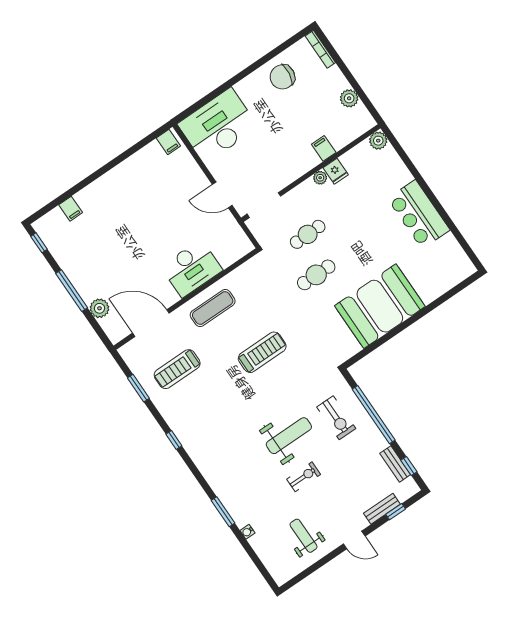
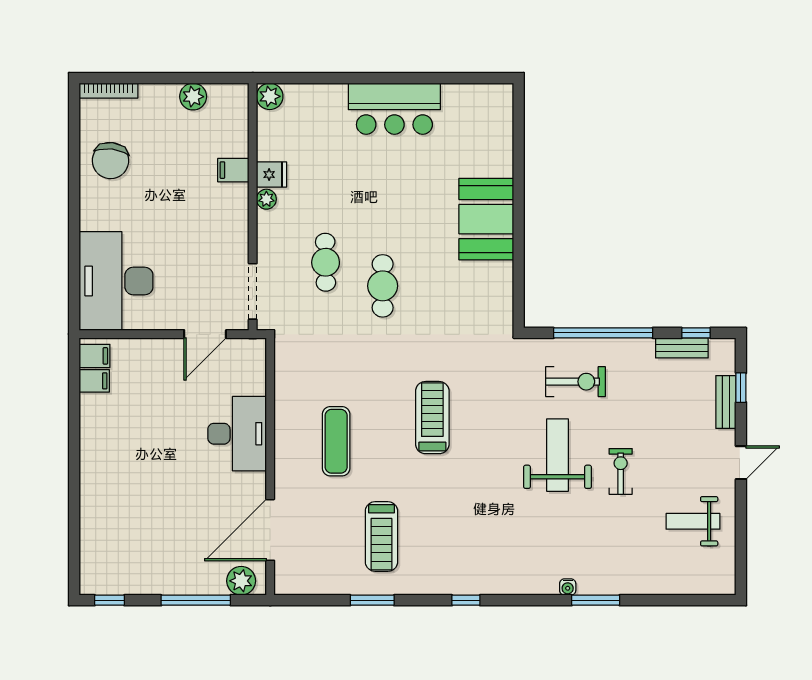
filing cabinet: (71, 209) -> (94, 381), moved
desk: (192, 268) -> (237, 434), moved
wall: (186, 299) -> (270, 467), moved
booth: (380, 306) -> (486, 219), width x0.73, depth x0.70
door: (151, 323) -> (270, 530), moved
water cooler: (247, 532) -> (568, 587), moved

